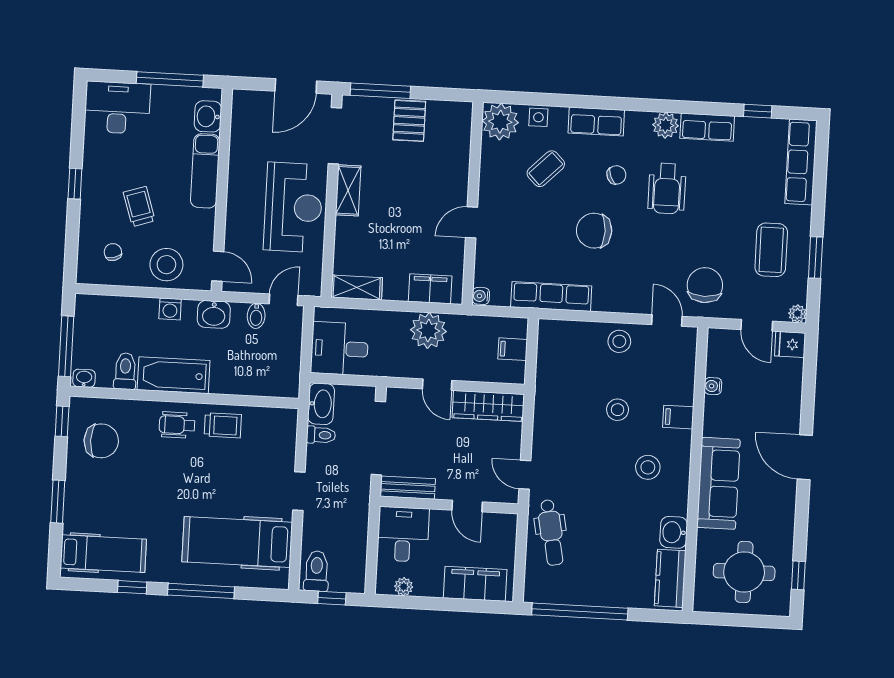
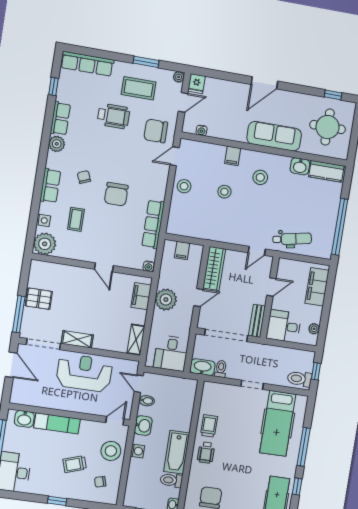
coffee table: (546, 169) -> (76, 219), turned 45
wheelchair: (667, 189) -> (114, 116), moved
water cooler: (713, 386) -> (202, 130), moved

